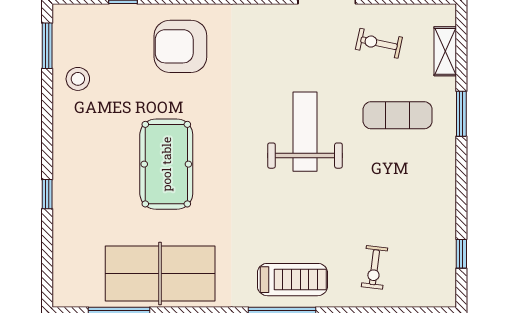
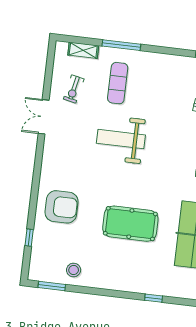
armchair: (180, 46) -> (62, 207), turned -90
window: (461, 114) -> (121, 45), width x1.44
window: (47, 194) -> (154, 298), moved

